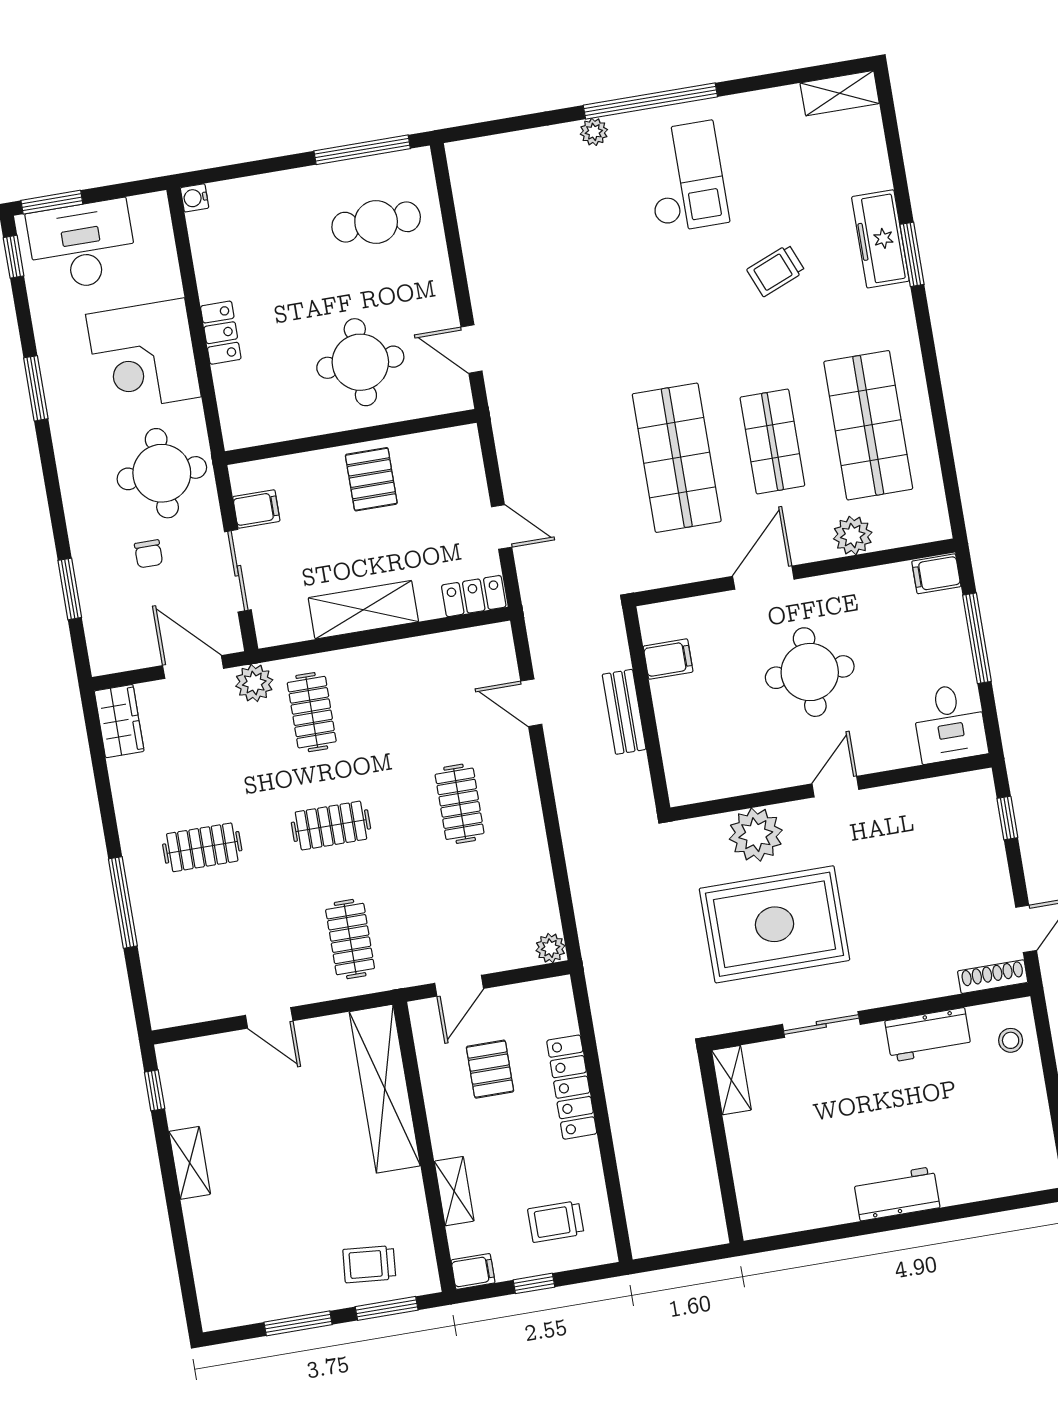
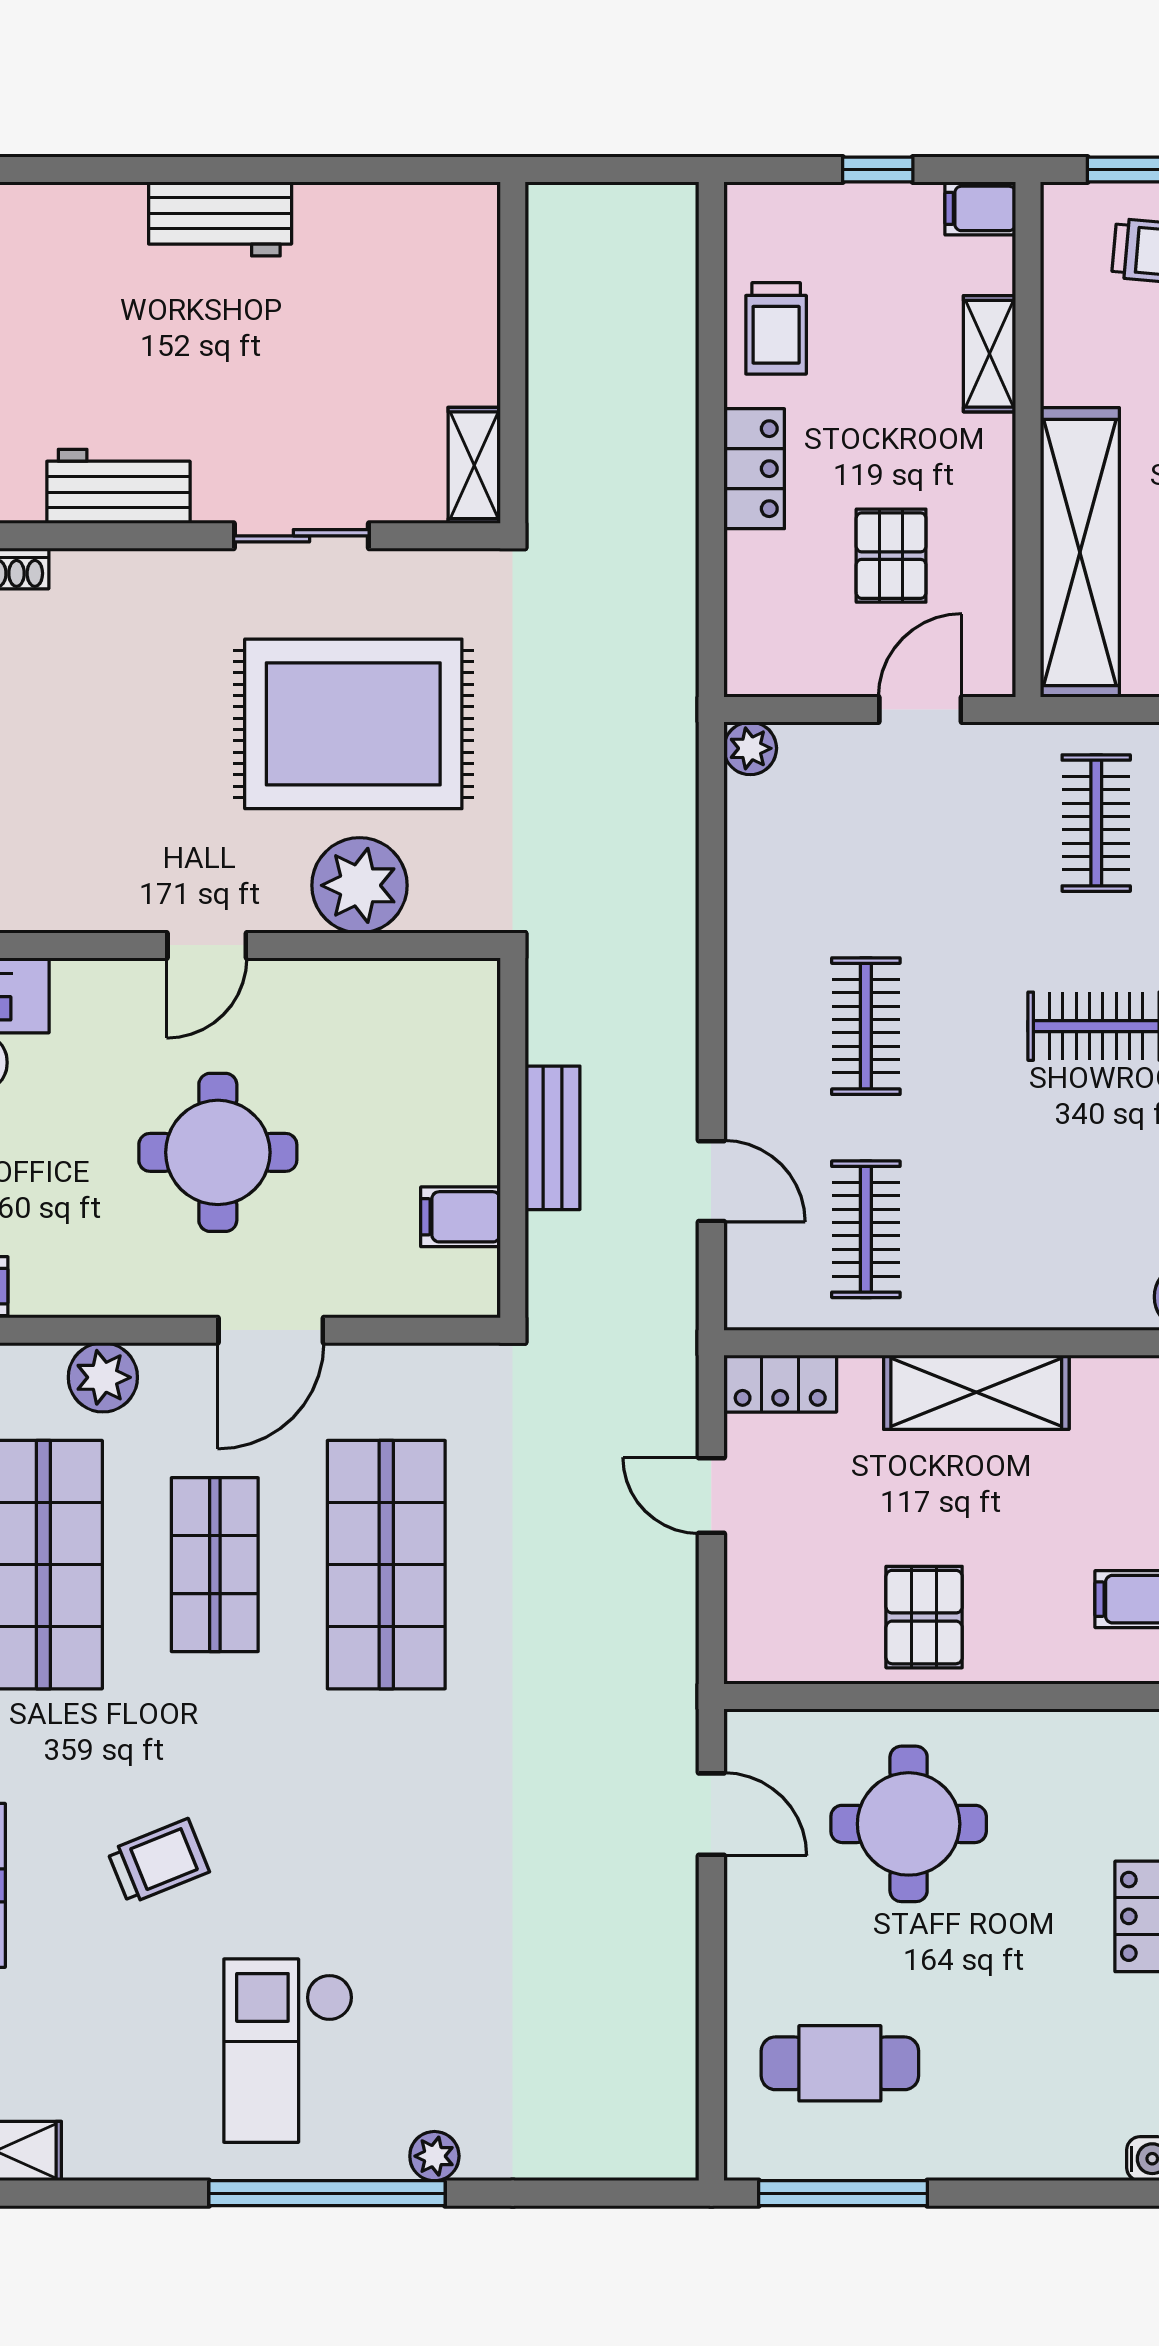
clothes rail: (312, 712) -> (866, 1229), moved
locker: (572, 1087) -> (754, 469), width x0.66
trolley: (556, 1222) -> (776, 328), moved, turned 90

